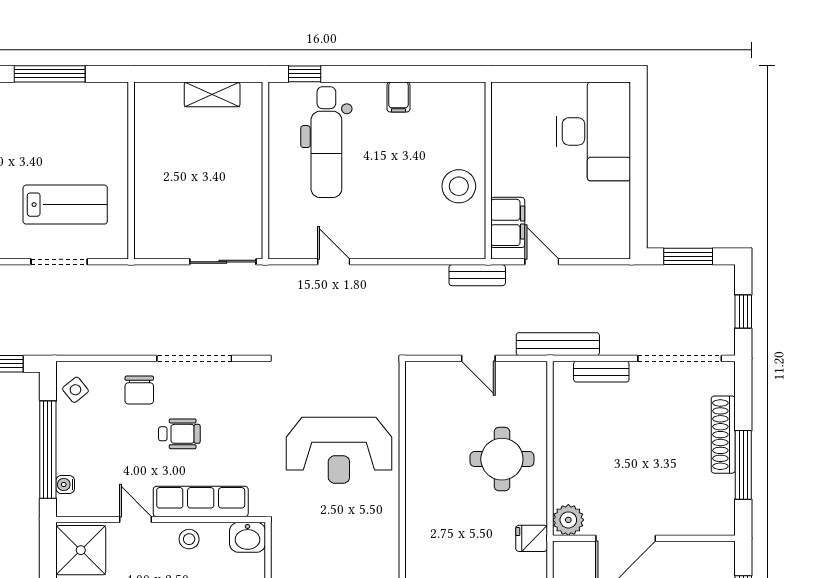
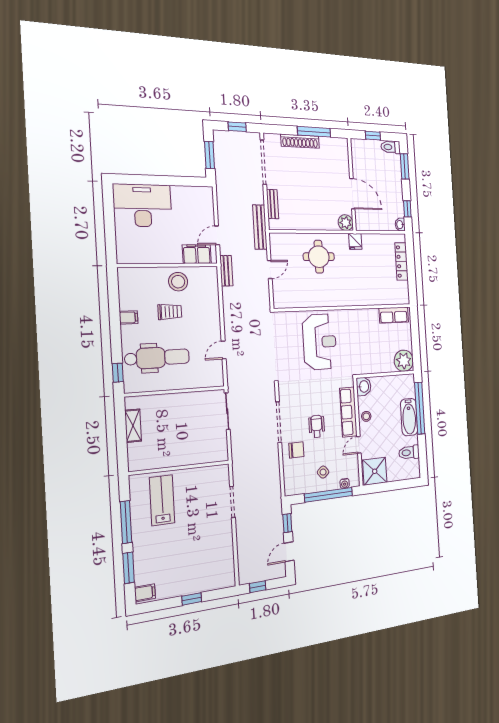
trolley: (406, 169) -> (170, 312), added
lab bench: (65, 205) -> (162, 500), moved
side table: (75, 390) -> (323, 472), moved

